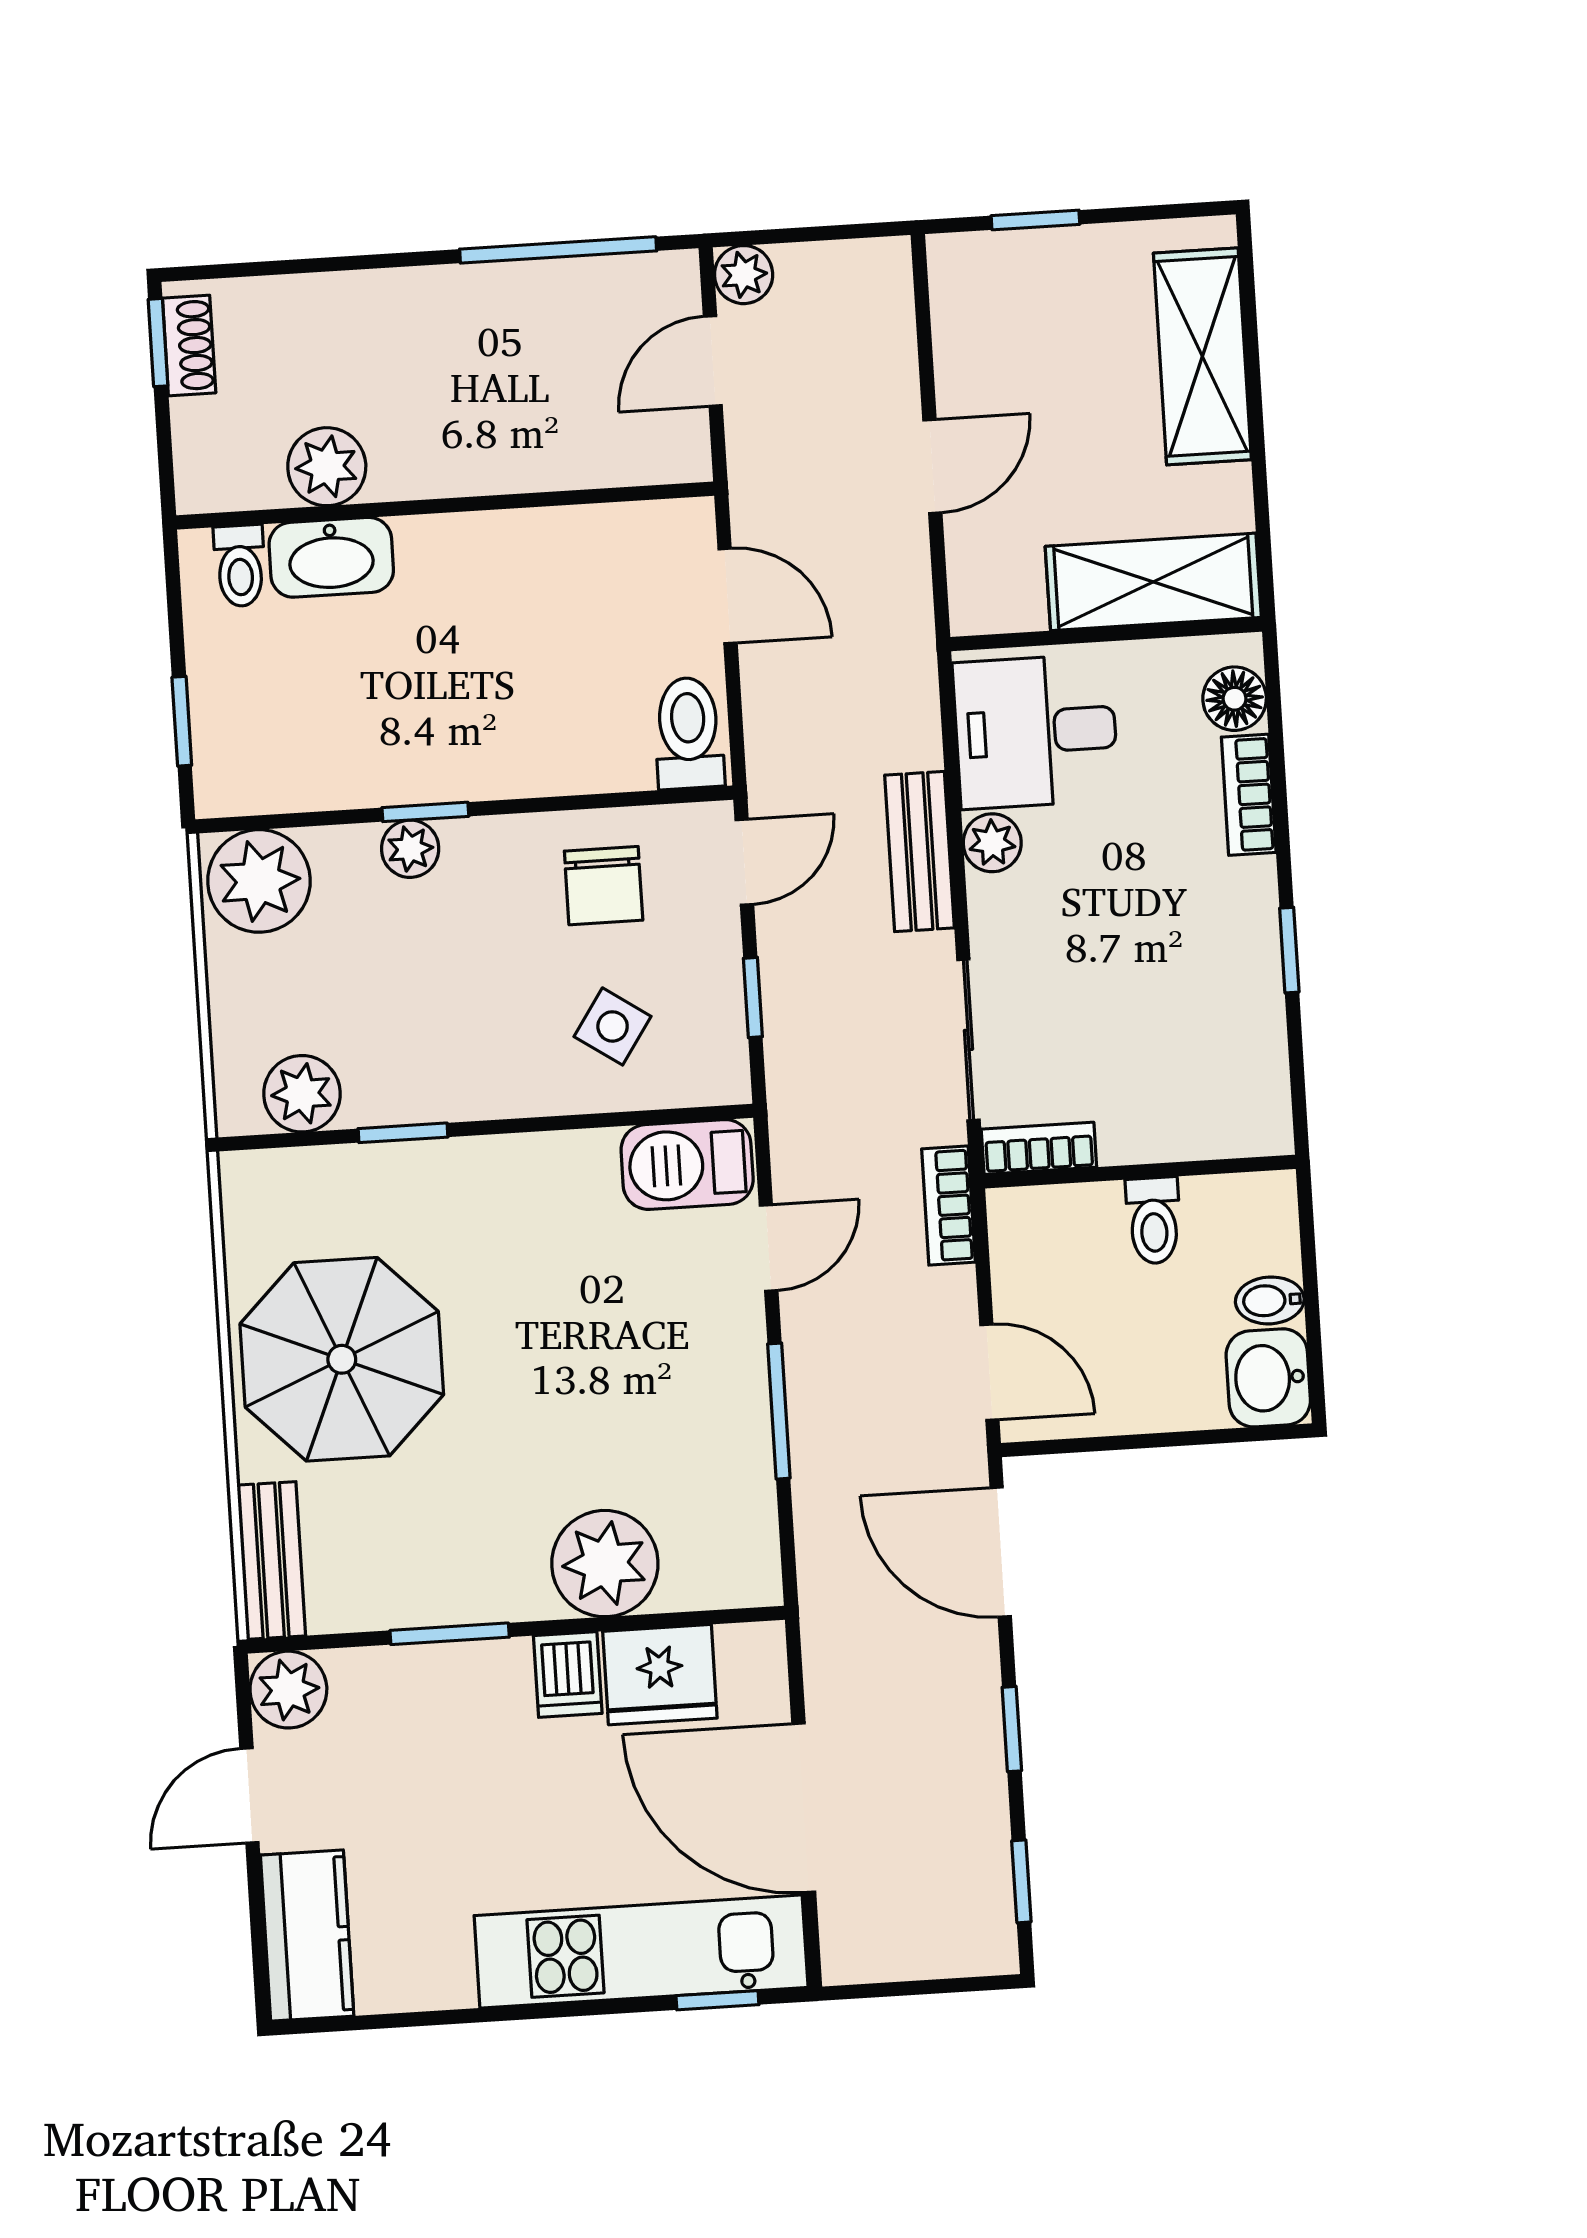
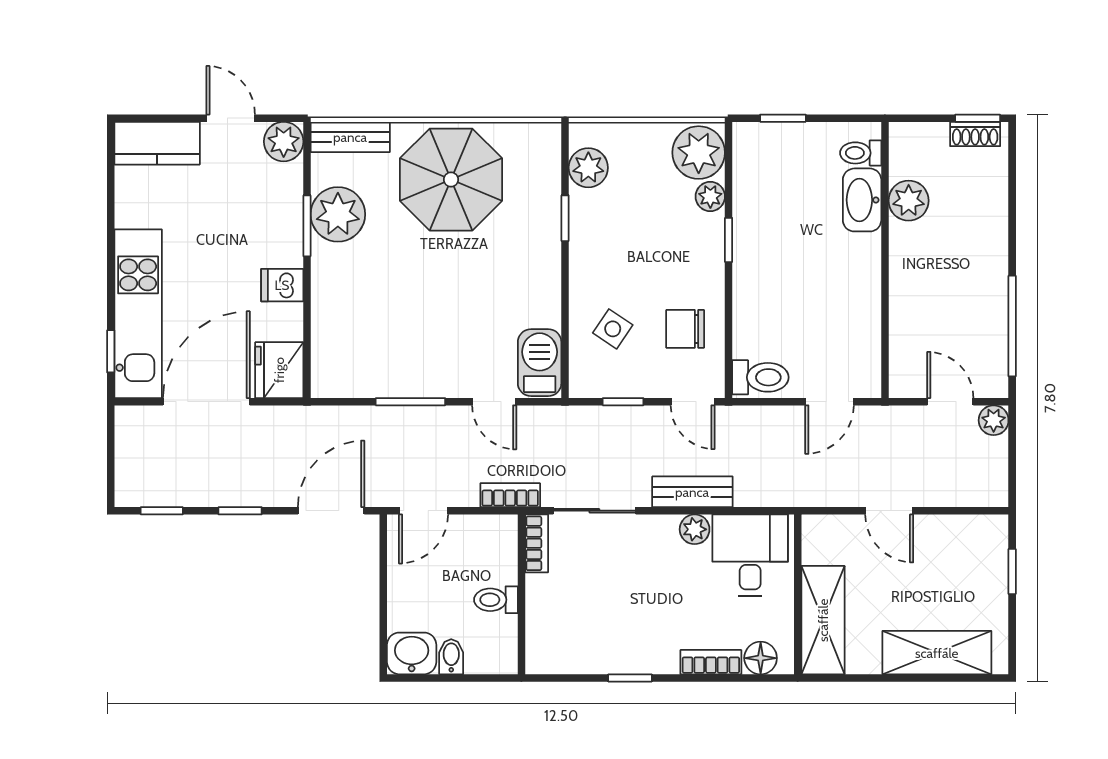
plant: (410, 849) -> (710, 196), moved
plant: (605, 1564) -> (338, 214), moved
fridge: (660, 1675) -> (279, 370), moved

